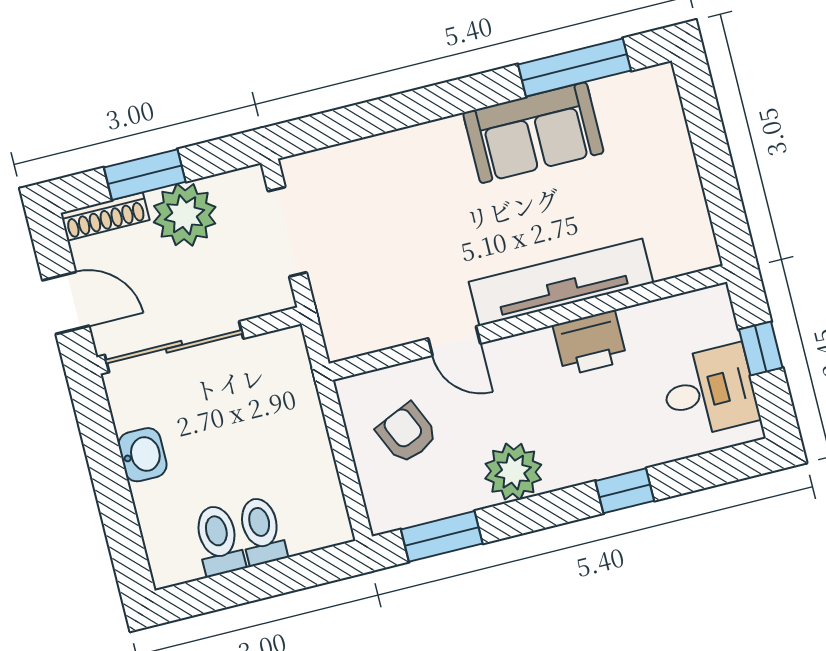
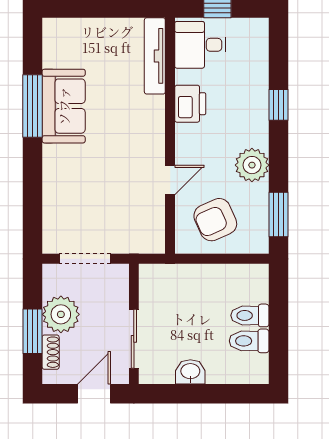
window: (574, 67) -> (33, 106), moved
shoe rack: (105, 216) -> (51, 352), width x0.70
tv unit: (561, 282) -> (155, 56), moved, width x0.73, depth x0.78
sliding door: (174, 347) -> (134, 339), width x0.73
desk: (709, 391) -> (200, 45), moved, turned -90
armchair: (407, 433) -> (215, 220), width x1.38, depth x1.38

